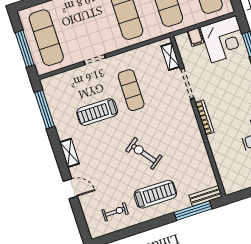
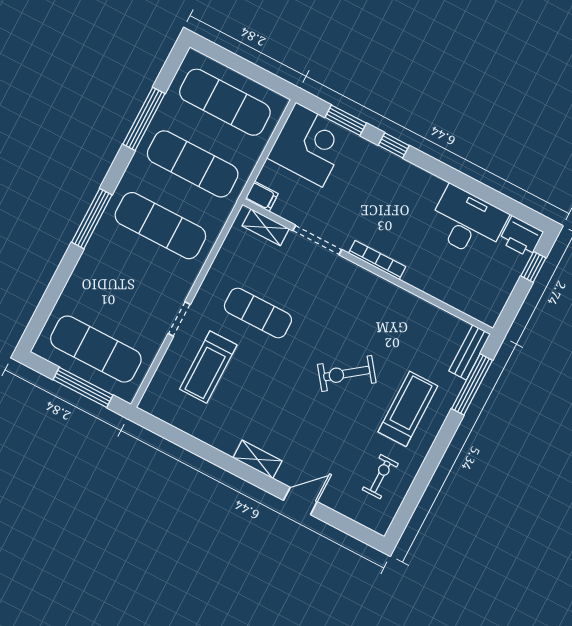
filing cabinet: (195, 37) -> (262, 196), moved
window: (44, 109) -> (177, 437), removed
treadmill: (97, 112) -> (208, 367), moved

